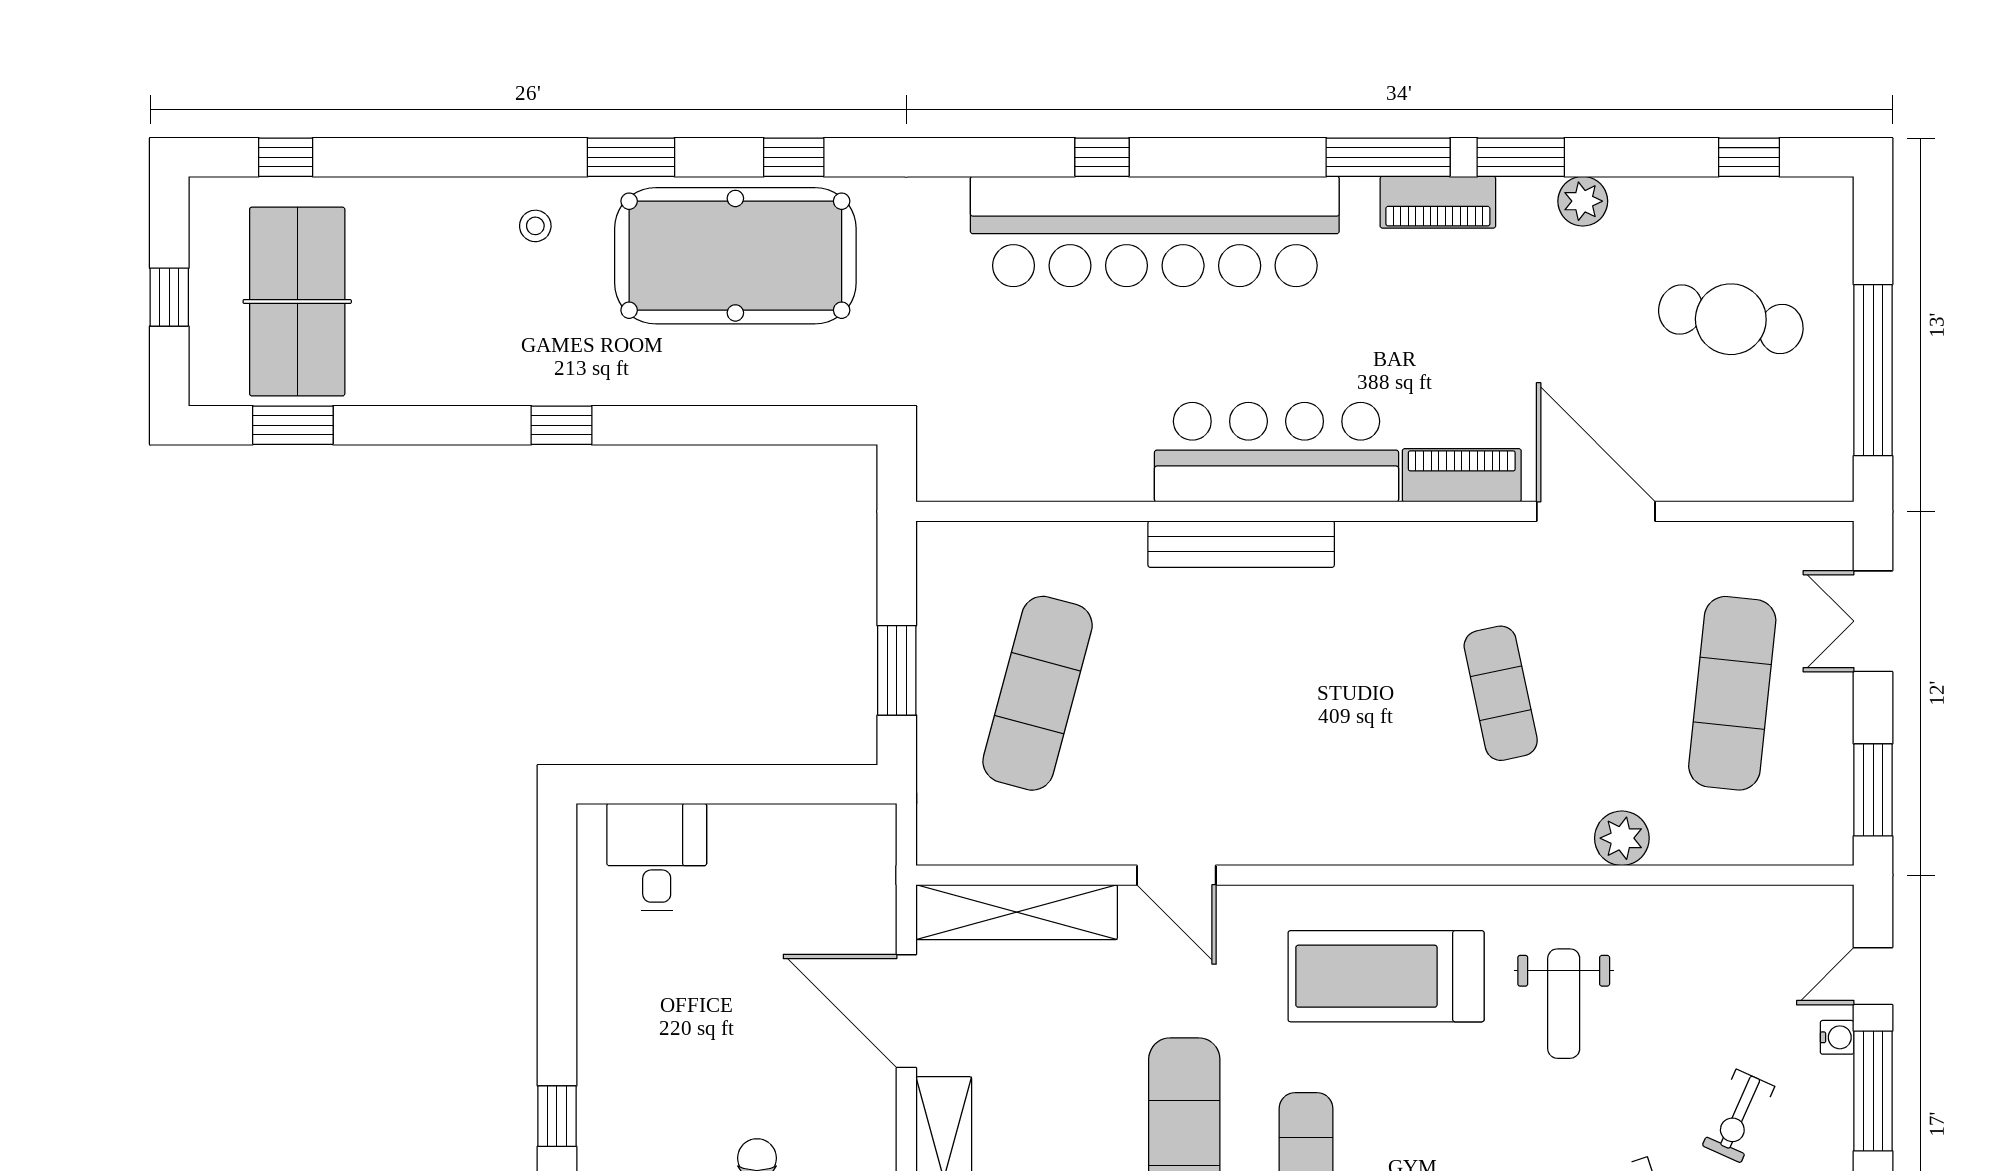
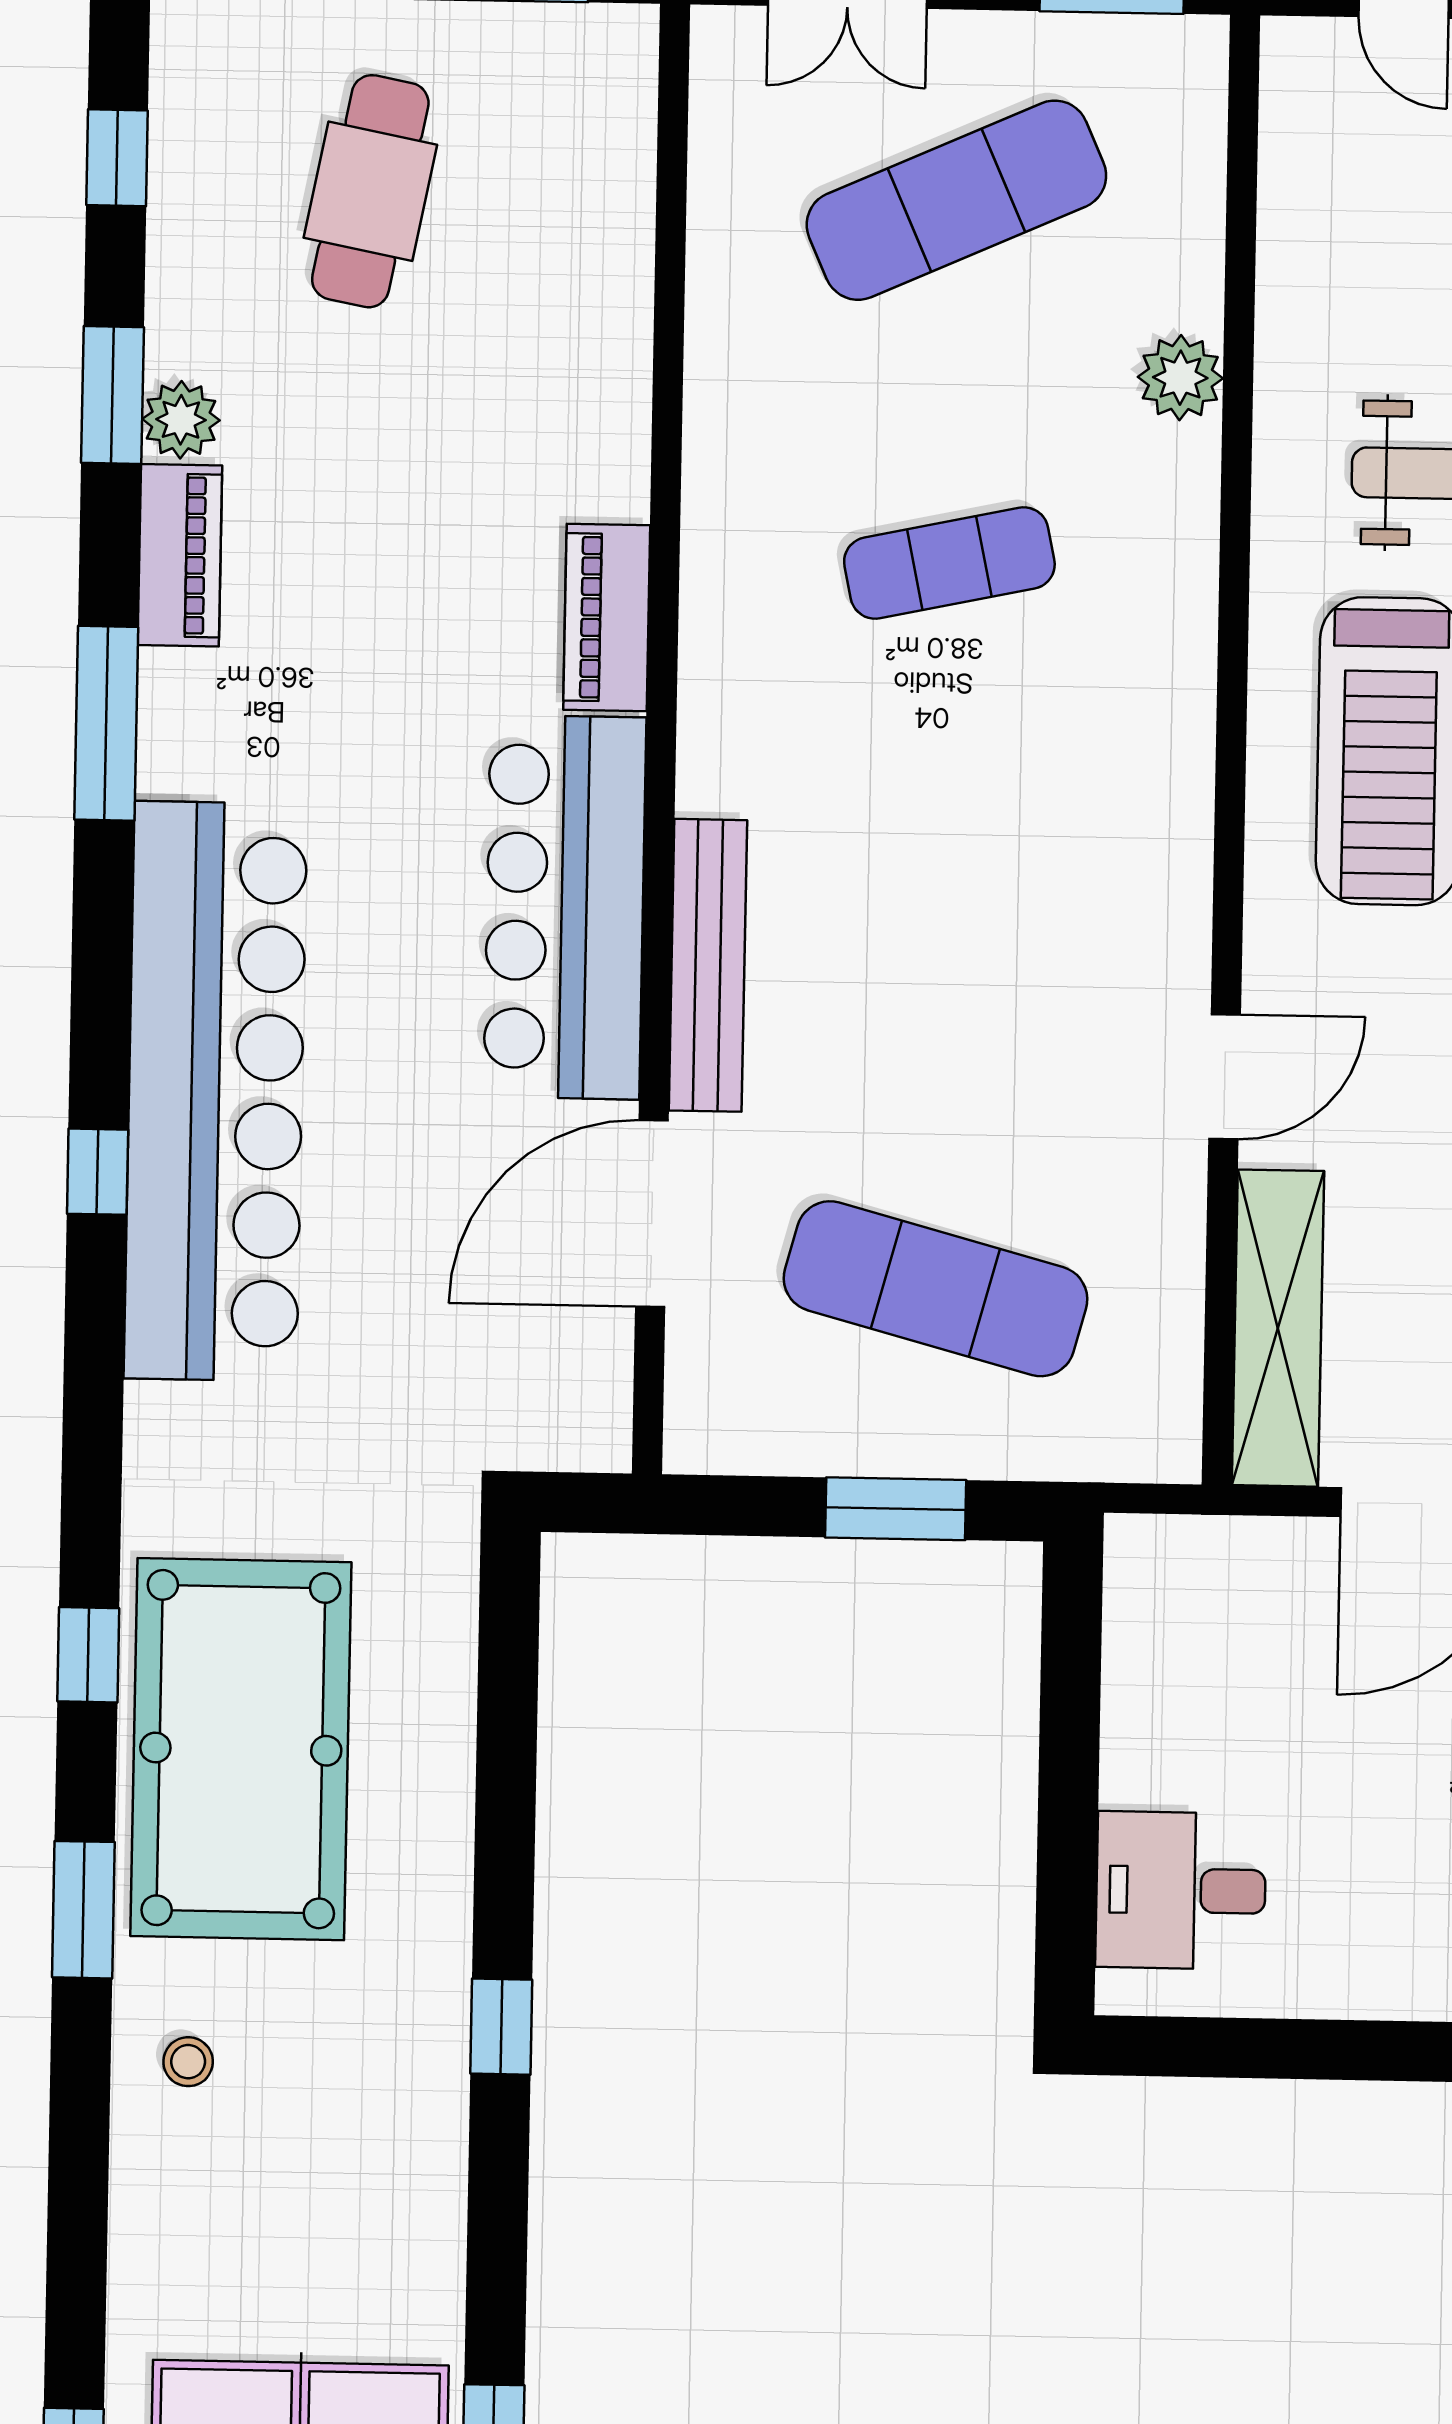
window: (1521, 157) -> (112, 395), moved
piano: (1438, 202) -> (180, 555), moved
door: (1596, 511) -> (652, 1214), moved
exercise mat: (1732, 693) -> (956, 200), turned -30

